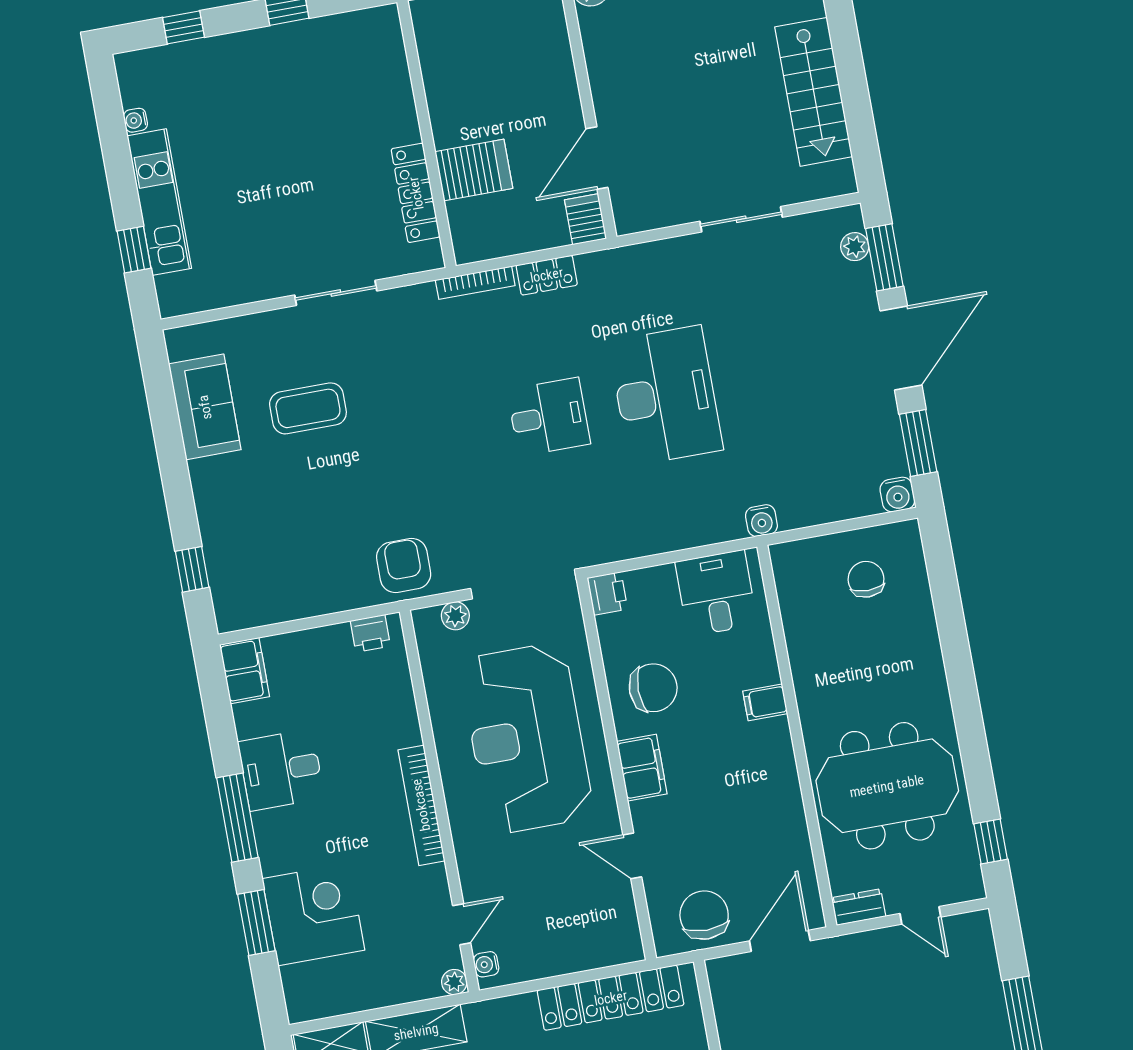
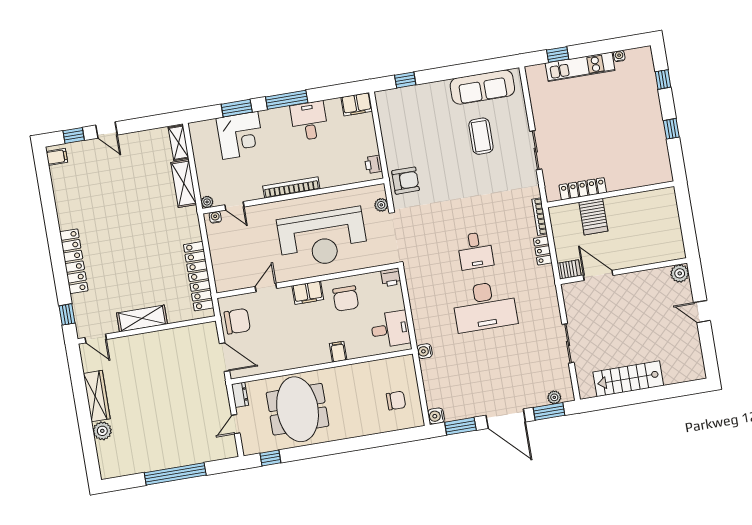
sofa: (205, 407) -> (482, 87), width x1.36
reception desk: (527, 738) -> (322, 238), turned 180

